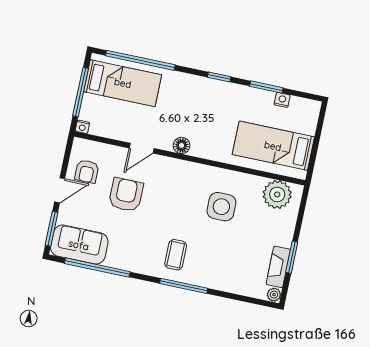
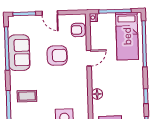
floor lamp: (182, 145) -> (97, 94), moved
door: (142, 148) -> (89, 58), swing flipped
armchair: (87, 171) -> (78, 30), moved
sofa: (79, 245) -> (19, 53), moved

